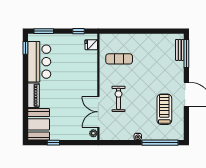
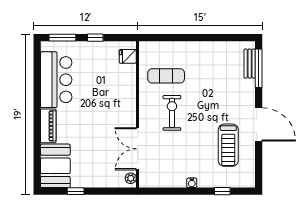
window: (79, 31) -> (95, 38), moved
window: (25, 48) -> (37, 61), removed
exercise bike: (119, 99) -> (172, 113), moved
treadmill: (164, 109) -> (228, 145), turned 180
window: (160, 143) -> (222, 191), width x0.32

